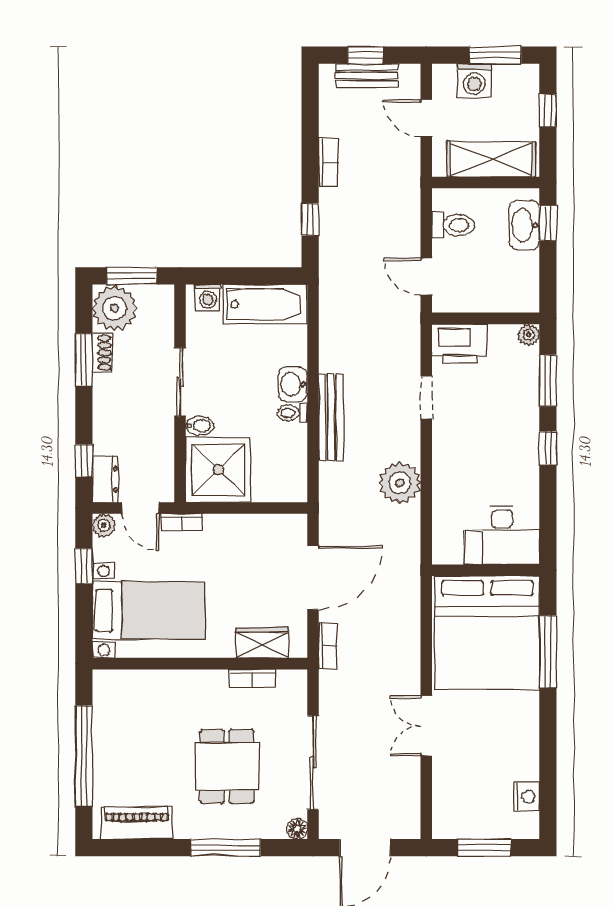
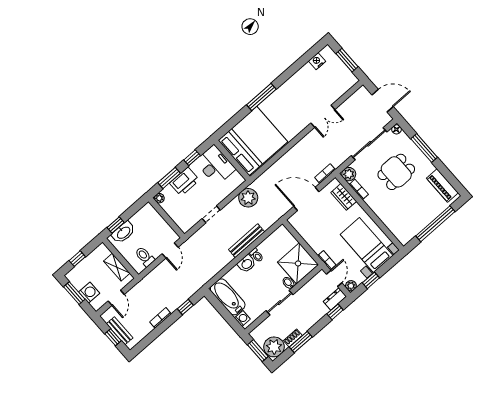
shelving: (491, 159) -> (117, 267), width x0.67, depth x0.75
printer: (459, 344) -> (184, 182), moved, turned 90
desk: (502, 535) -> (215, 165), moved
wall: (486, 570) -> (232, 160), moved
bed: (487, 633) -> (253, 141), moved
plant: (292, 684) -> (349, 174), added

